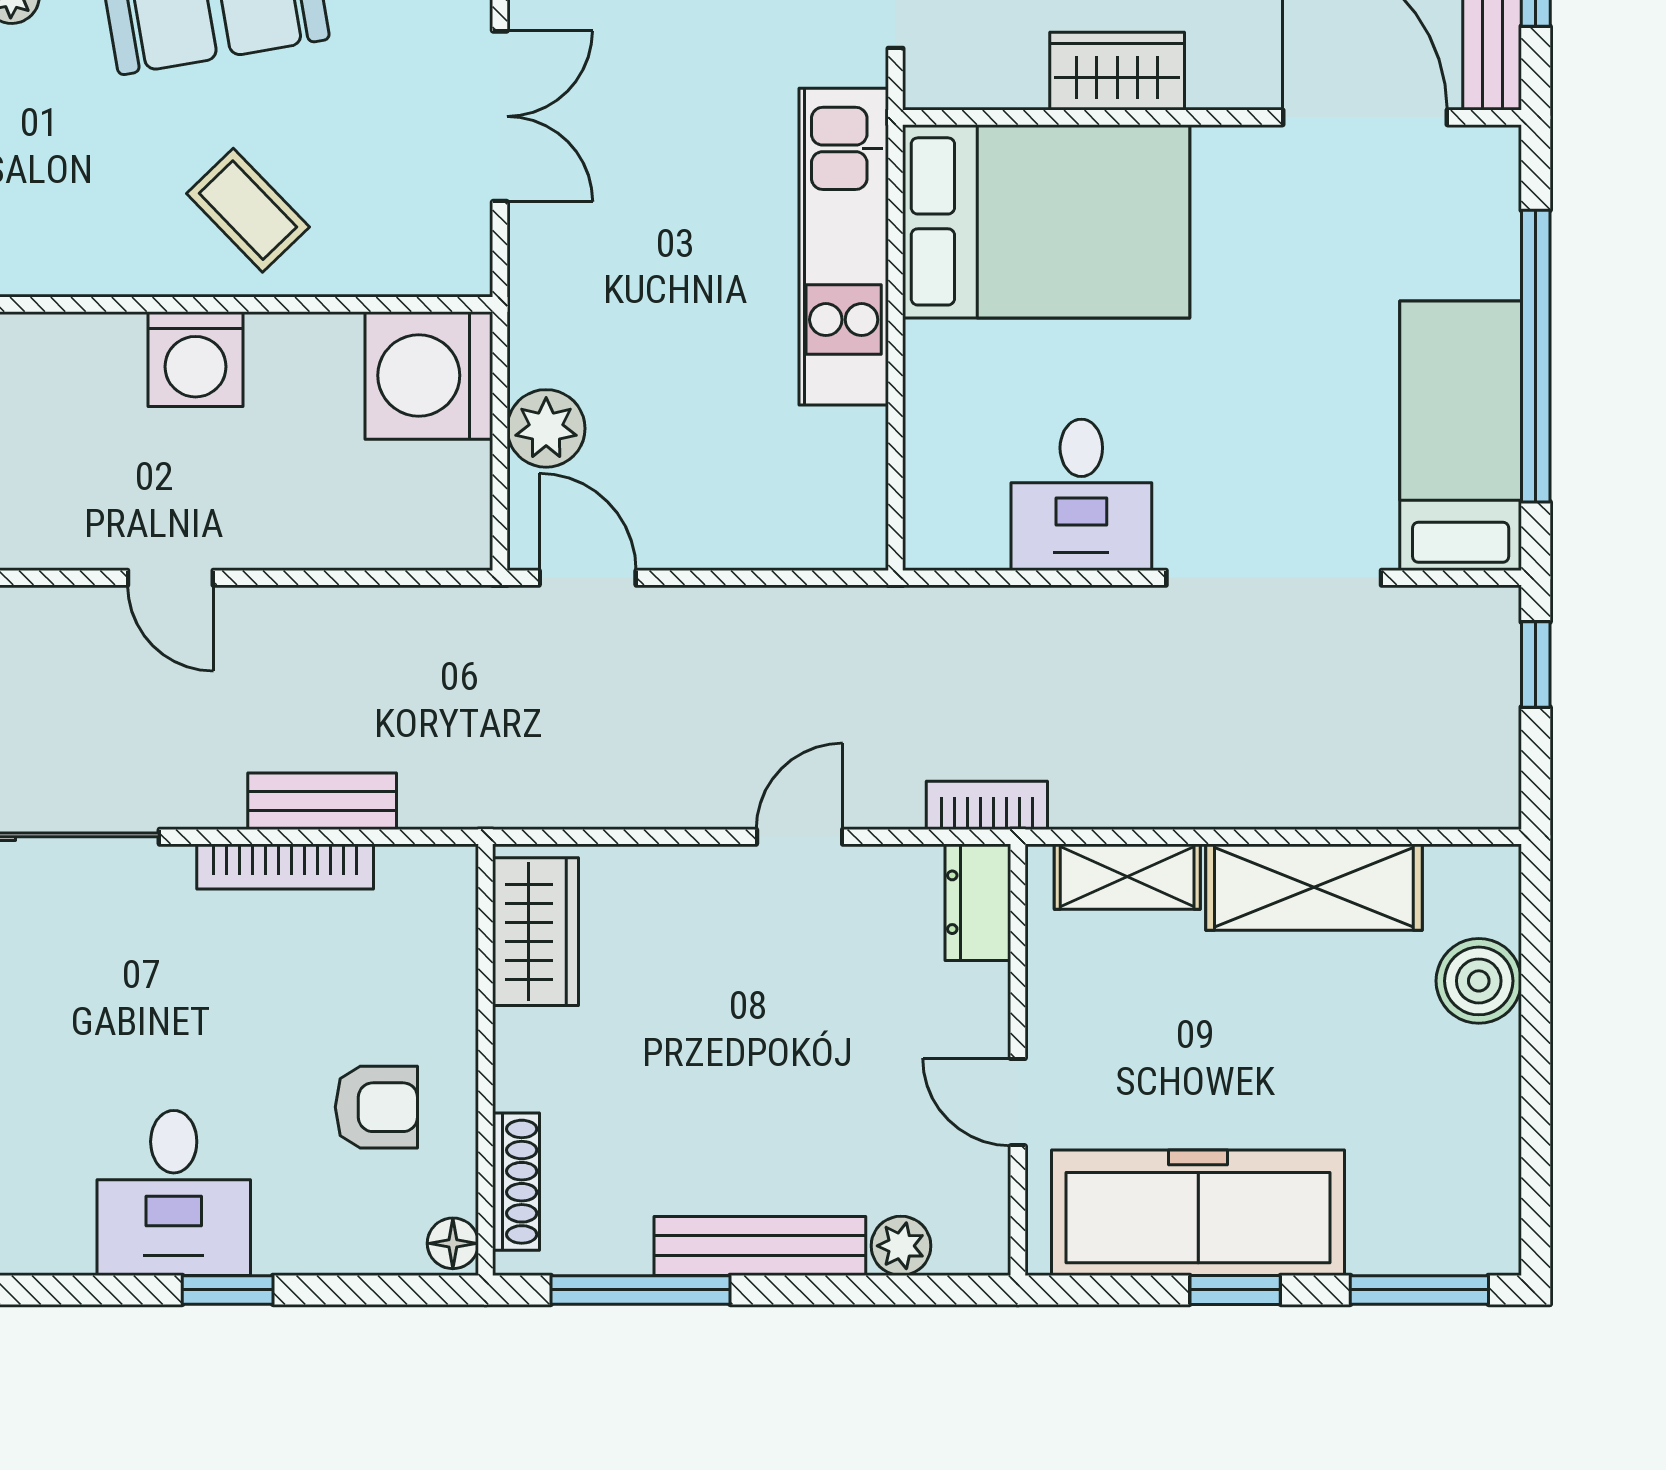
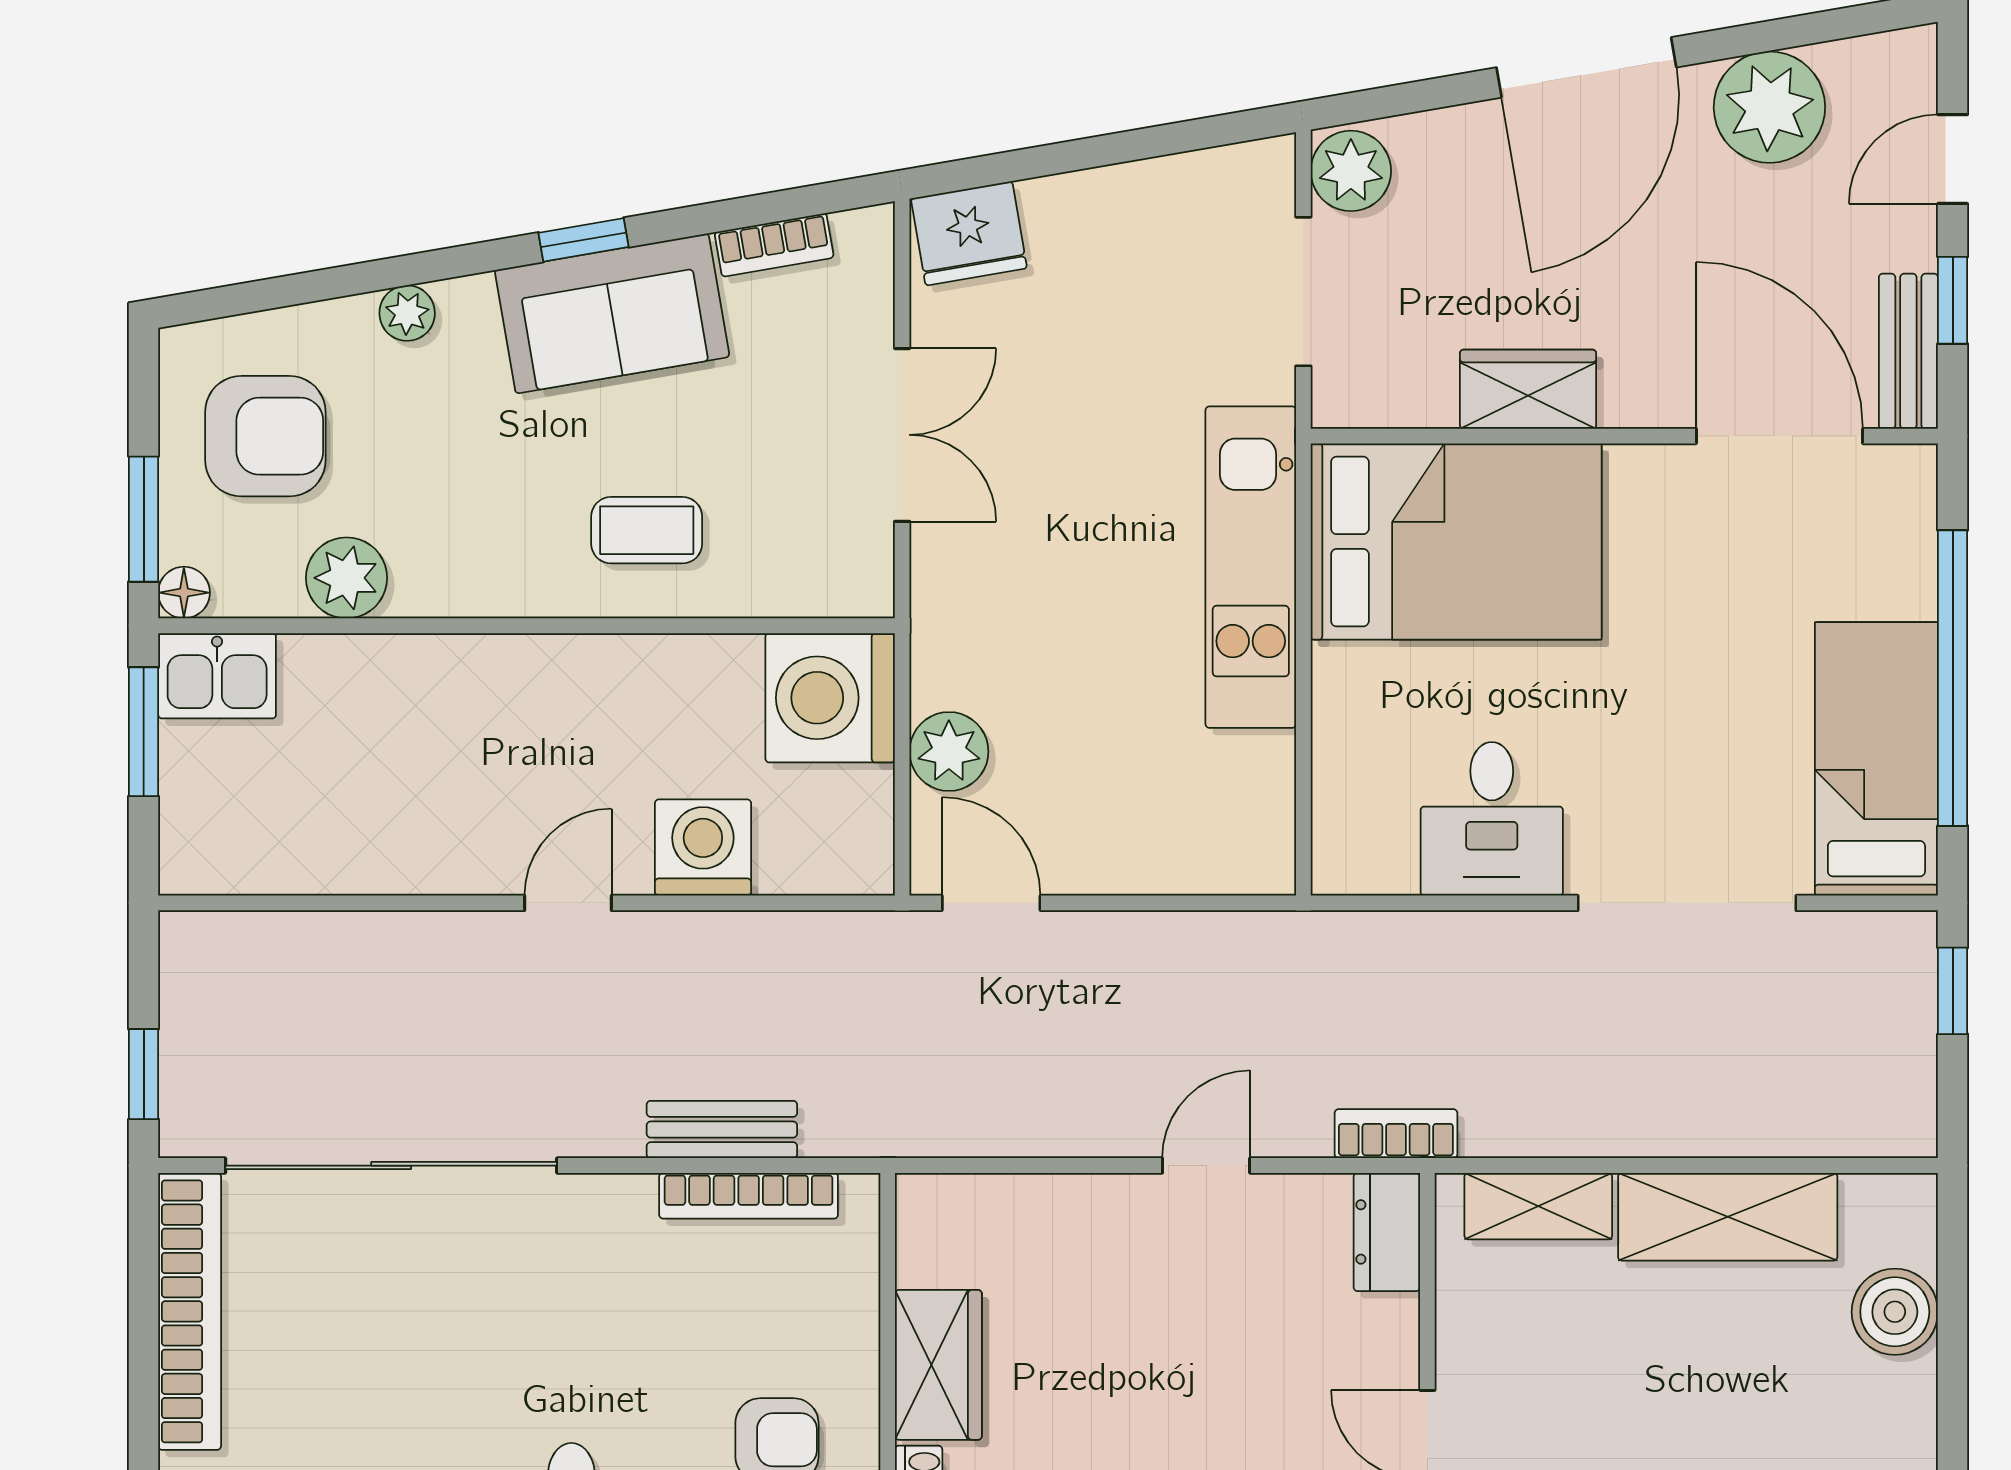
coffee table: (248, 210) -> (647, 530), turned -46
washing machine: (195, 359) -> (703, 848), moved, turned 180
door: (170, 578) -> (568, 903), swing flipped
bookcase: (285, 866) -> (749, 1196), moved
wardrobe: (536, 932) -> (938, 1365), moved

